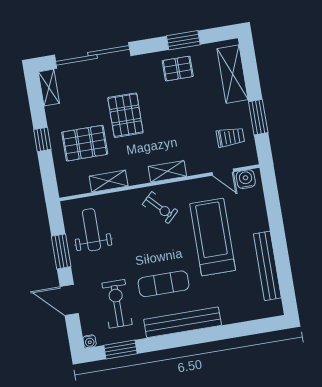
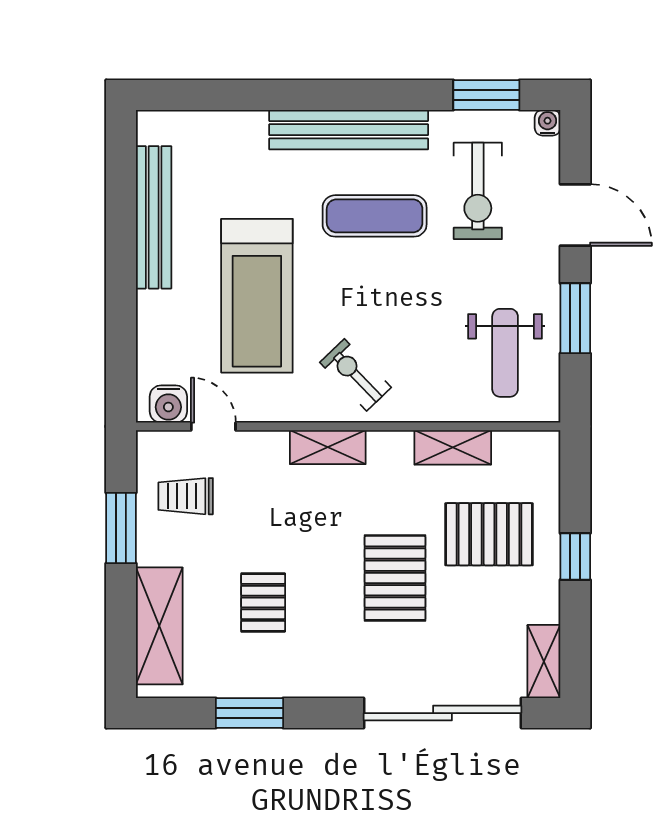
pallet: (178, 69) -> (263, 602), moved, turned 90

